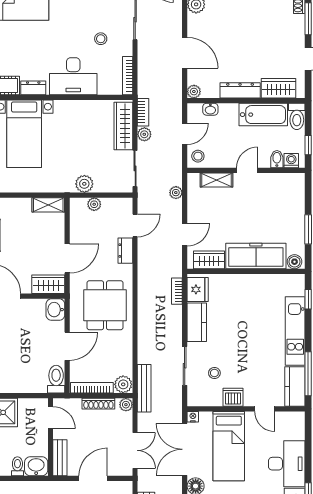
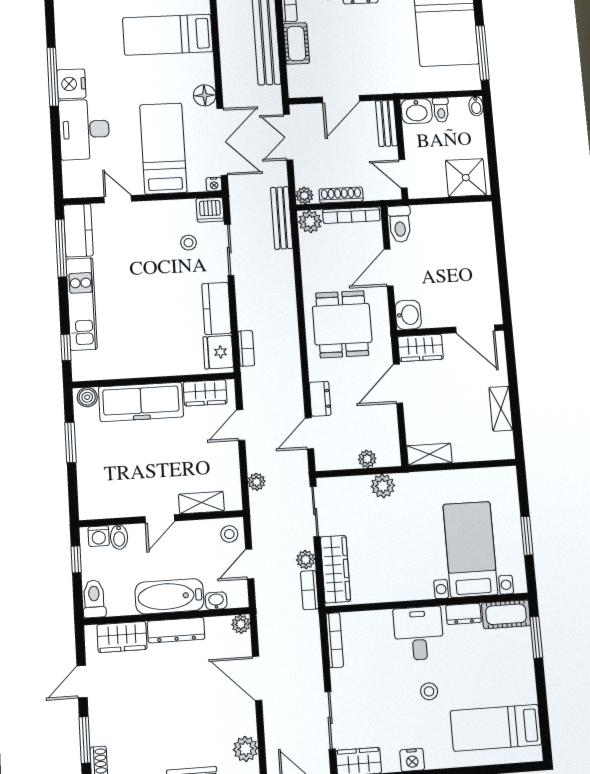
stool: (101, 39) -> (429, 691), moved
desk: (73, 76) -> (419, 633), width x0.73
bathtub: (263, 115) -> (169, 596), moved
dishwasher: (233, 397) -> (210, 210), moved

